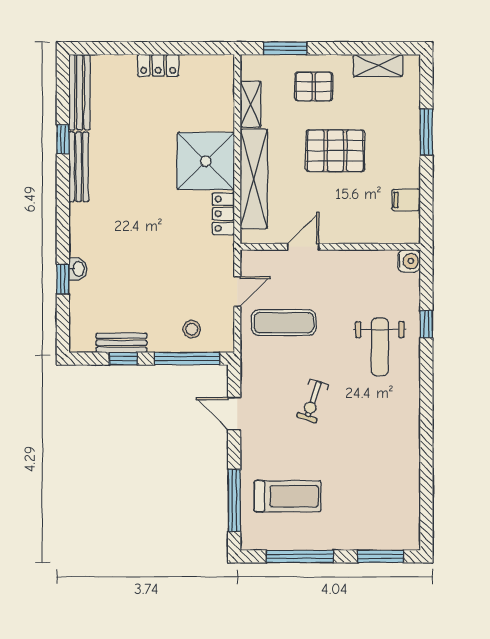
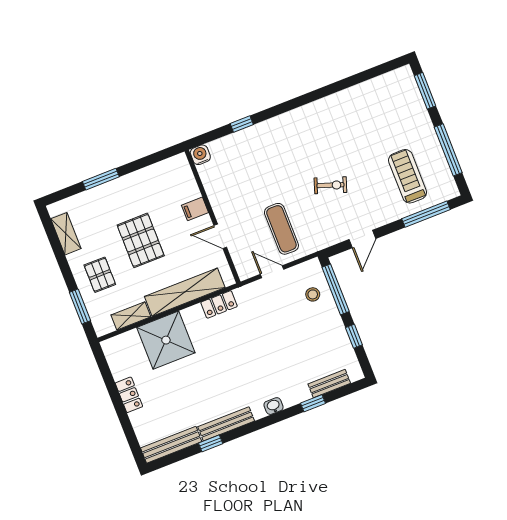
shower: (206, 161) -> (166, 340), moved
filing cabinet: (406, 200) -> (195, 209), moved, turned 90
washbasin: (78, 269) -> (274, 406), moved
bench: (121, 343) -> (329, 384), moved, turned 90
weight bench: (380, 347) -> (272, 152), removed

